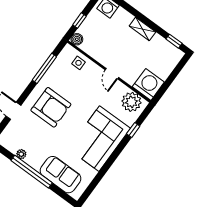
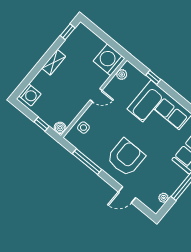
plant: (131, 102) -> (122, 74), width x0.53, depth x0.53
plant: (21, 154) -> (164, 198), moved

